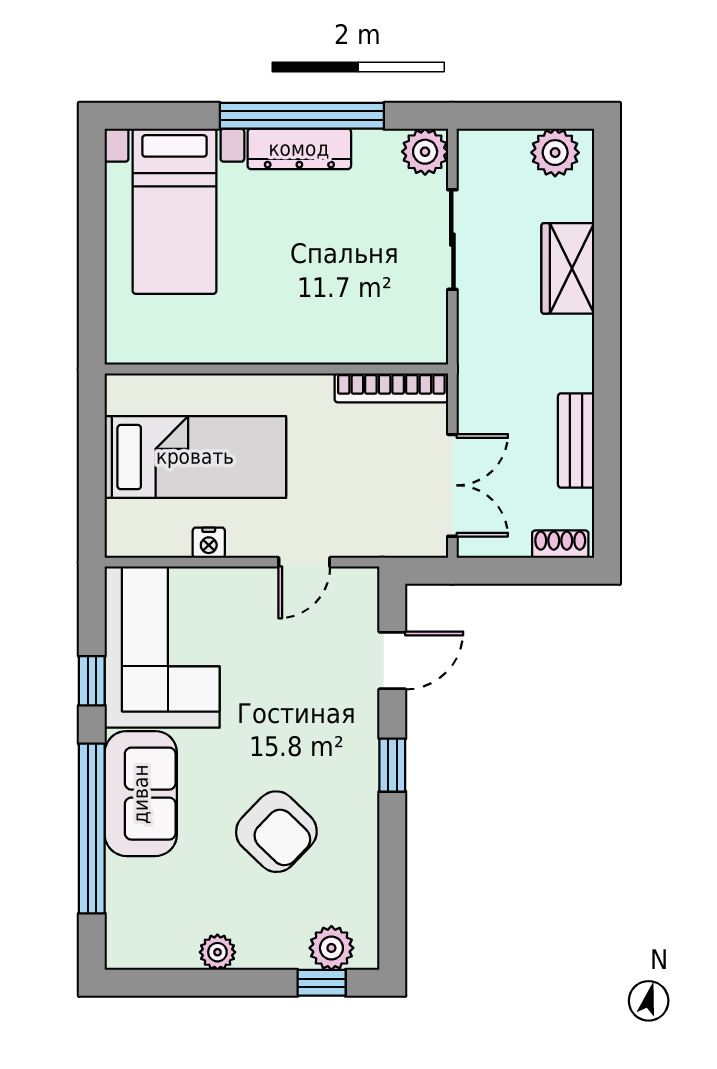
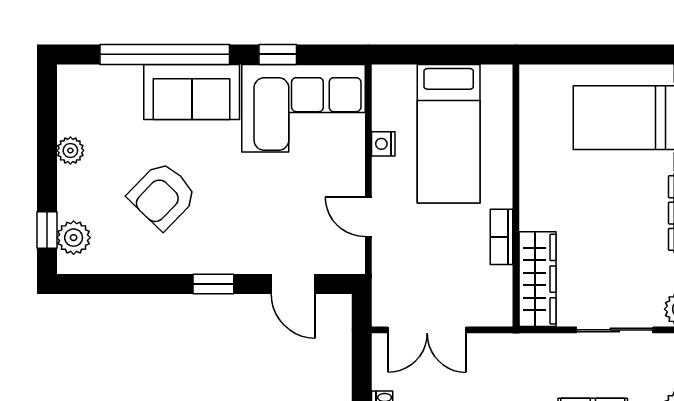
wardrobe: (386, 341) -> (538, 279), added
bookcase: (391, 388) -> (502, 237), moved, width x0.64

